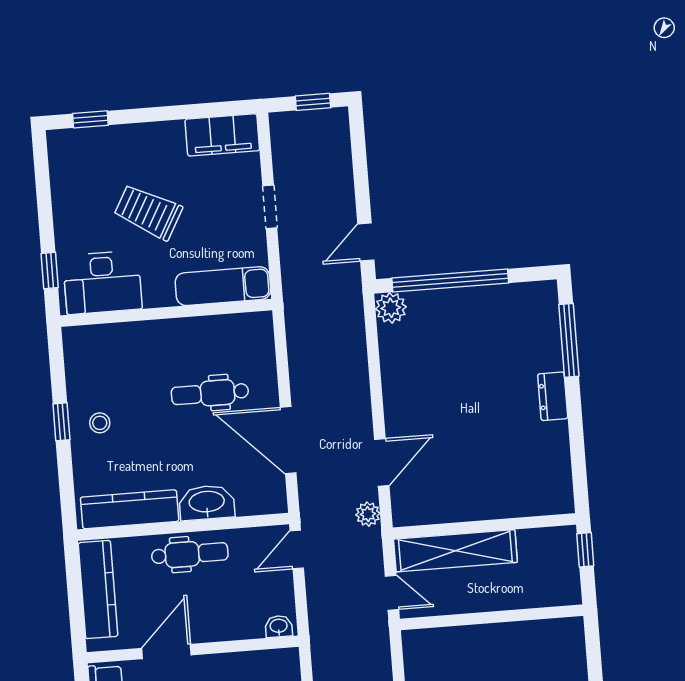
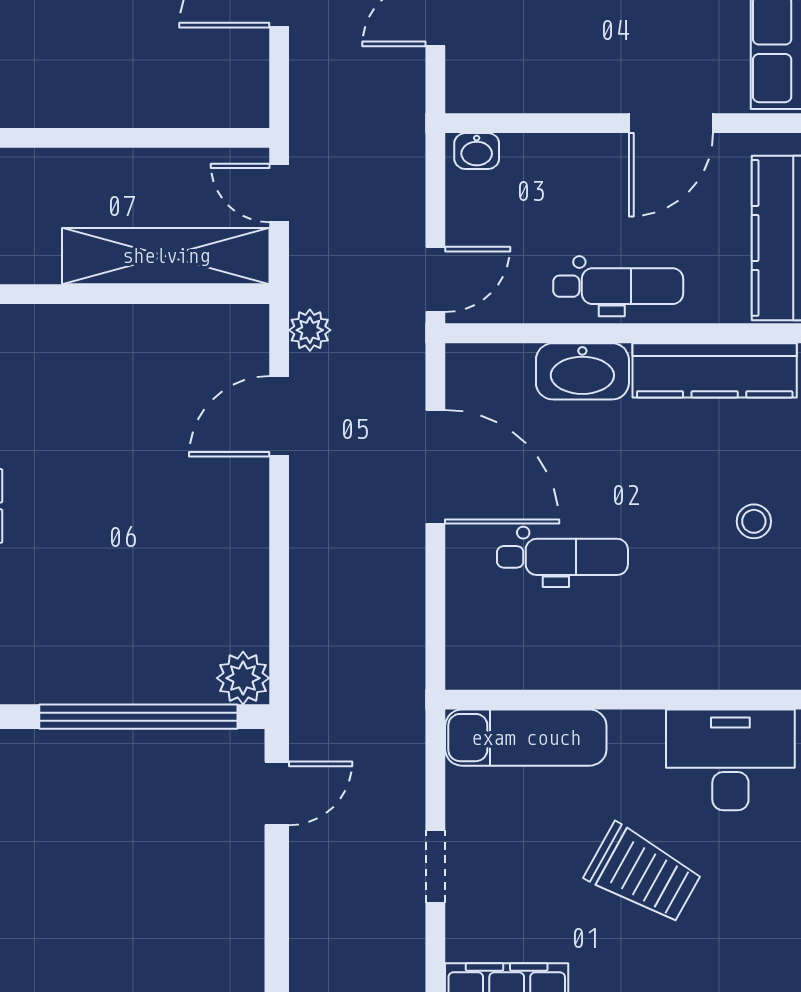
dental chair: (190, 554) -> (618, 286), turned 180

